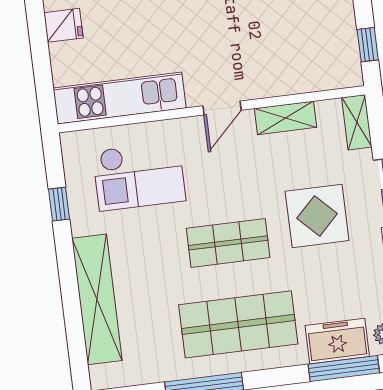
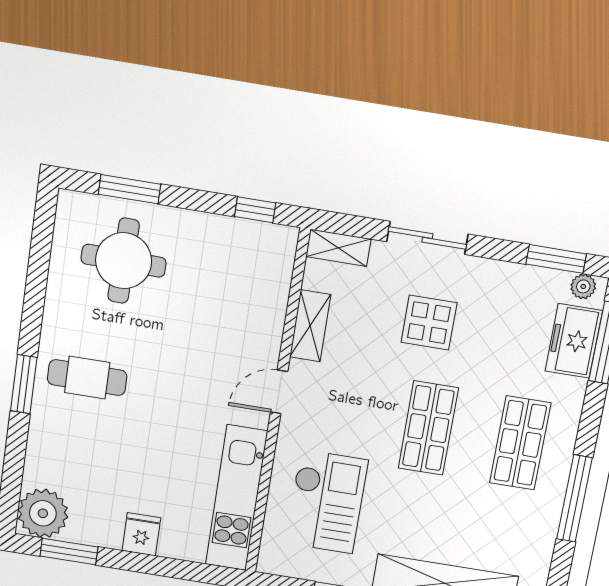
door: (222, 108) -> (279, 392), swing flipped
display table: (317, 216) -> (429, 323), width x0.73, depth x0.73
shop shelf: (238, 324) -> (520, 443), width x0.70, depth x0.74

